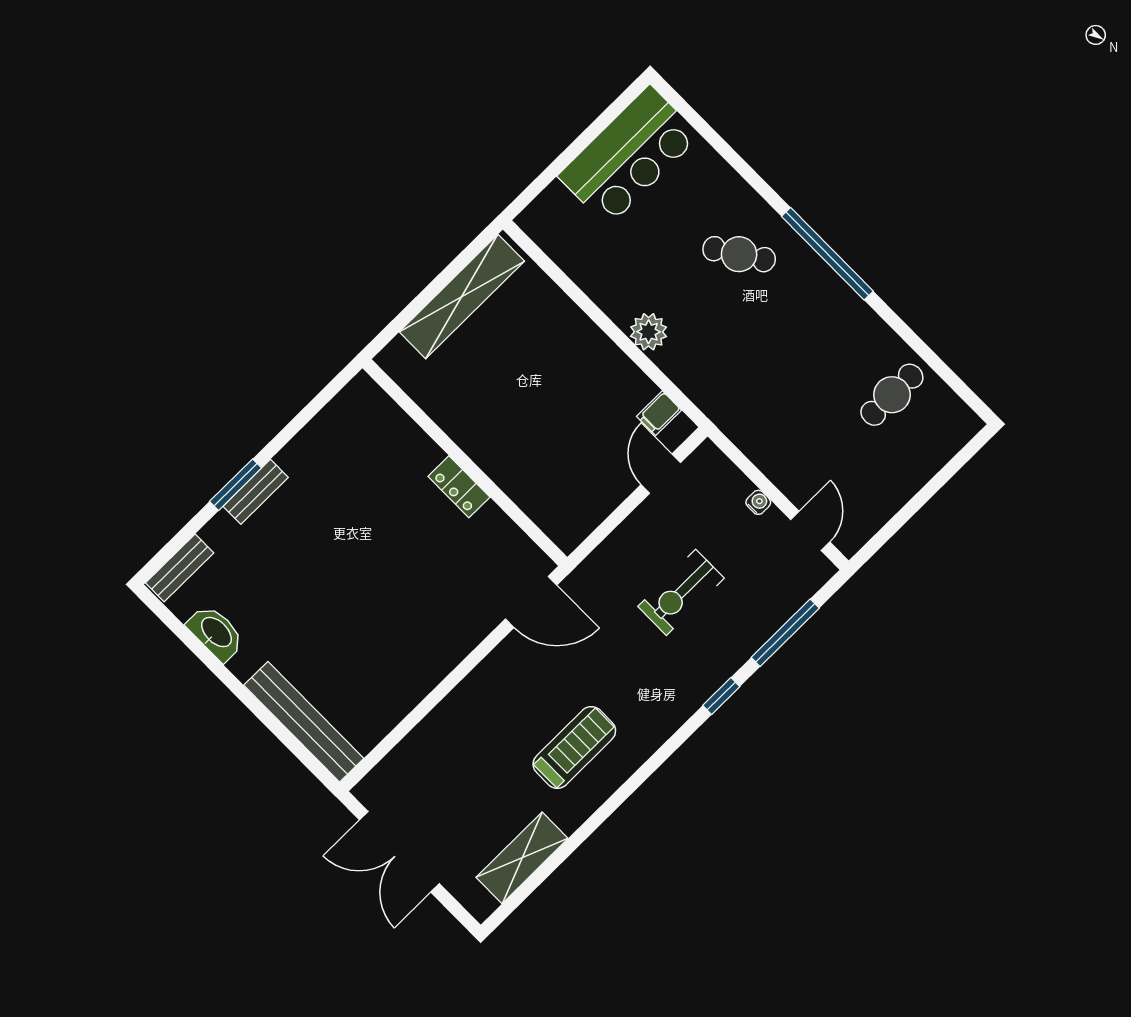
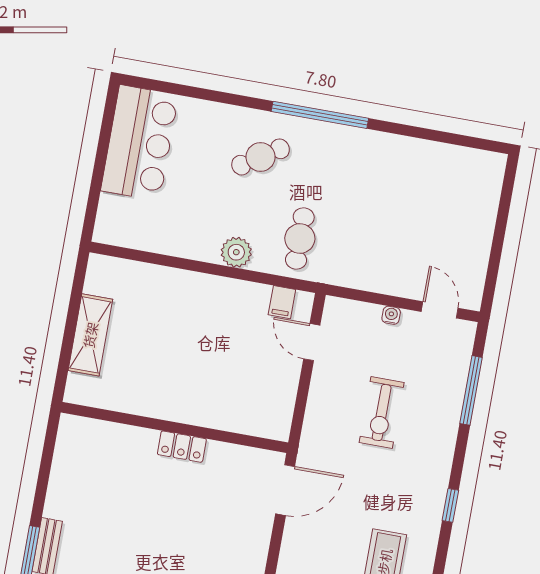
shelving: (462, 297) -> (90, 335), width x0.68
cafe table: (892, 395) -> (300, 239), moved
window: (721, 696) -> (450, 505), moved

